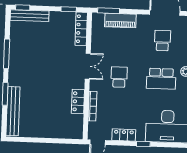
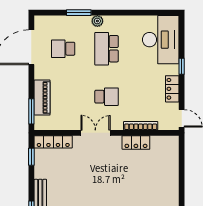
school desk: (119, 77) -> (107, 97), turned 180
school desk: (161, 79) -> (107, 49), turned 180

